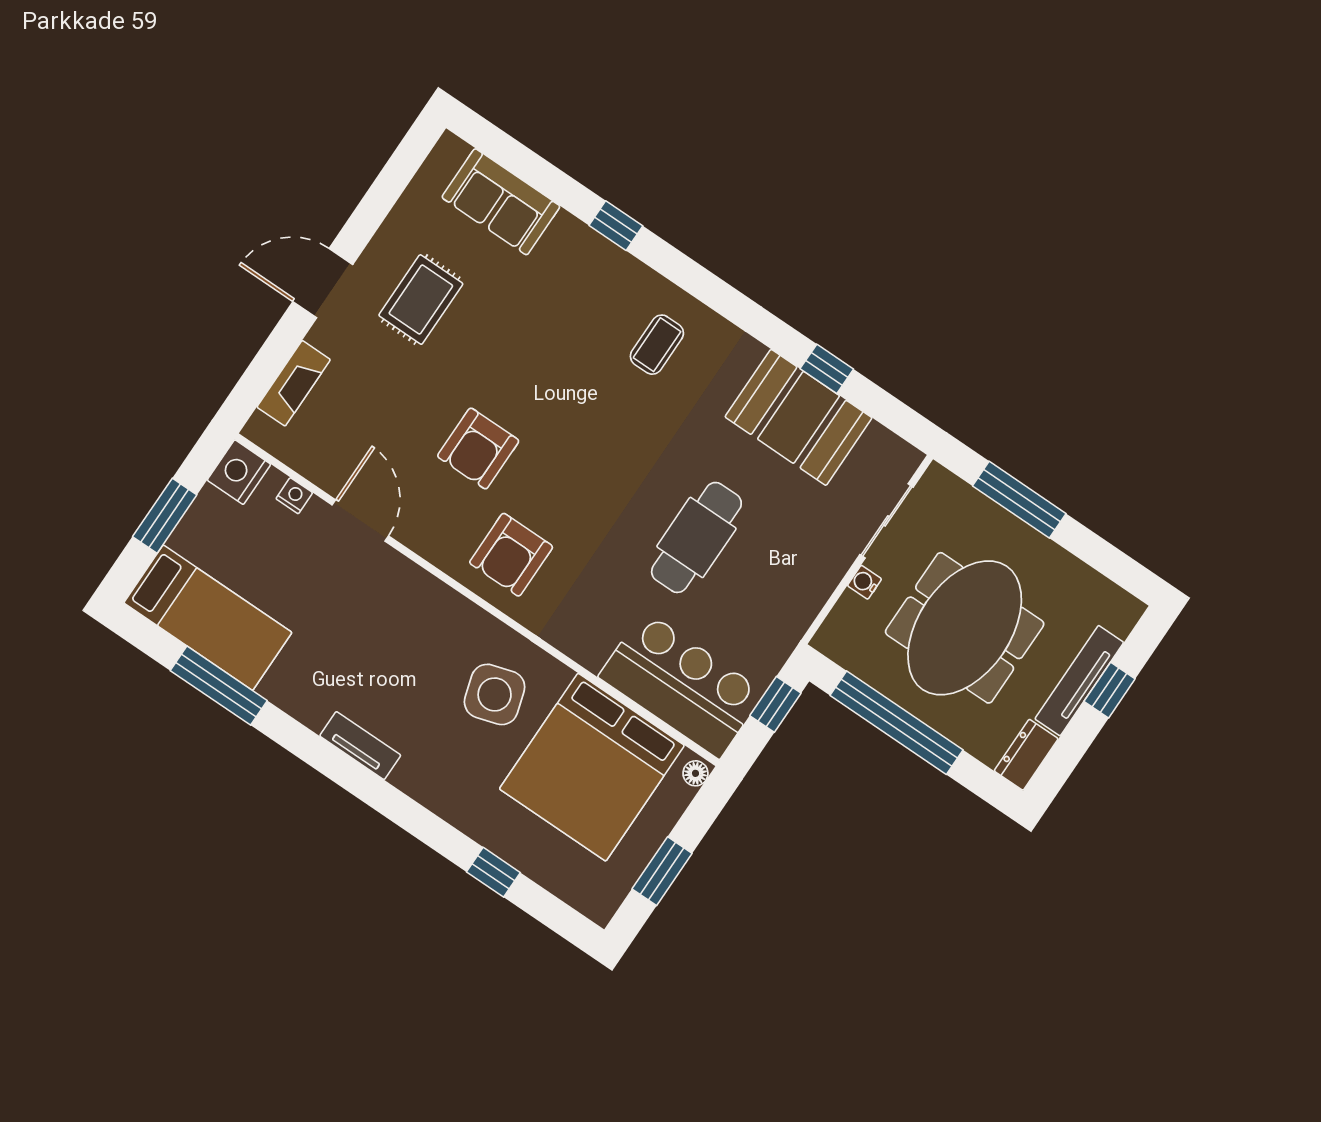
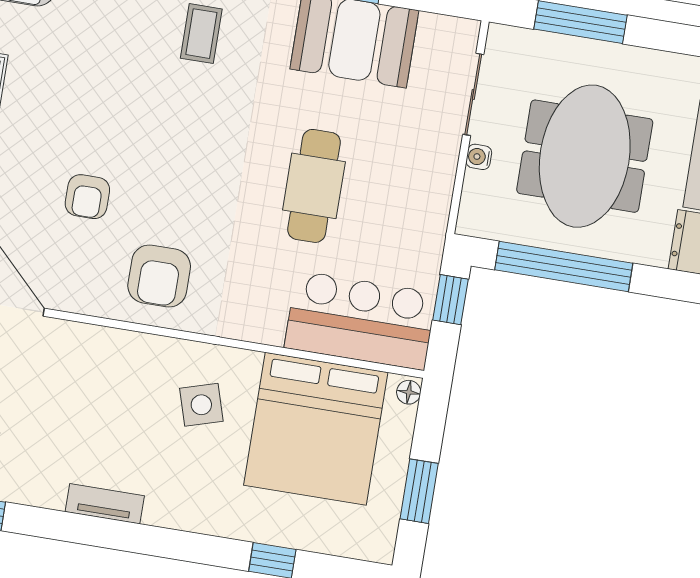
armchair: (478, 448) -> (87, 197), width x0.72, depth x0.72
side table: (495, 694) -> (201, 405), width x0.73, depth x0.73

